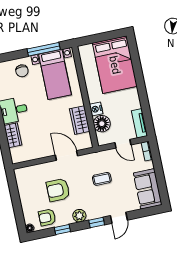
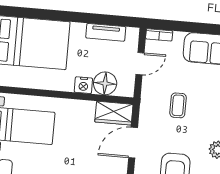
wardrobe: (80, 120) -> (114, 113), moved
tv unit: (140, 123) -> (106, 32), moved

